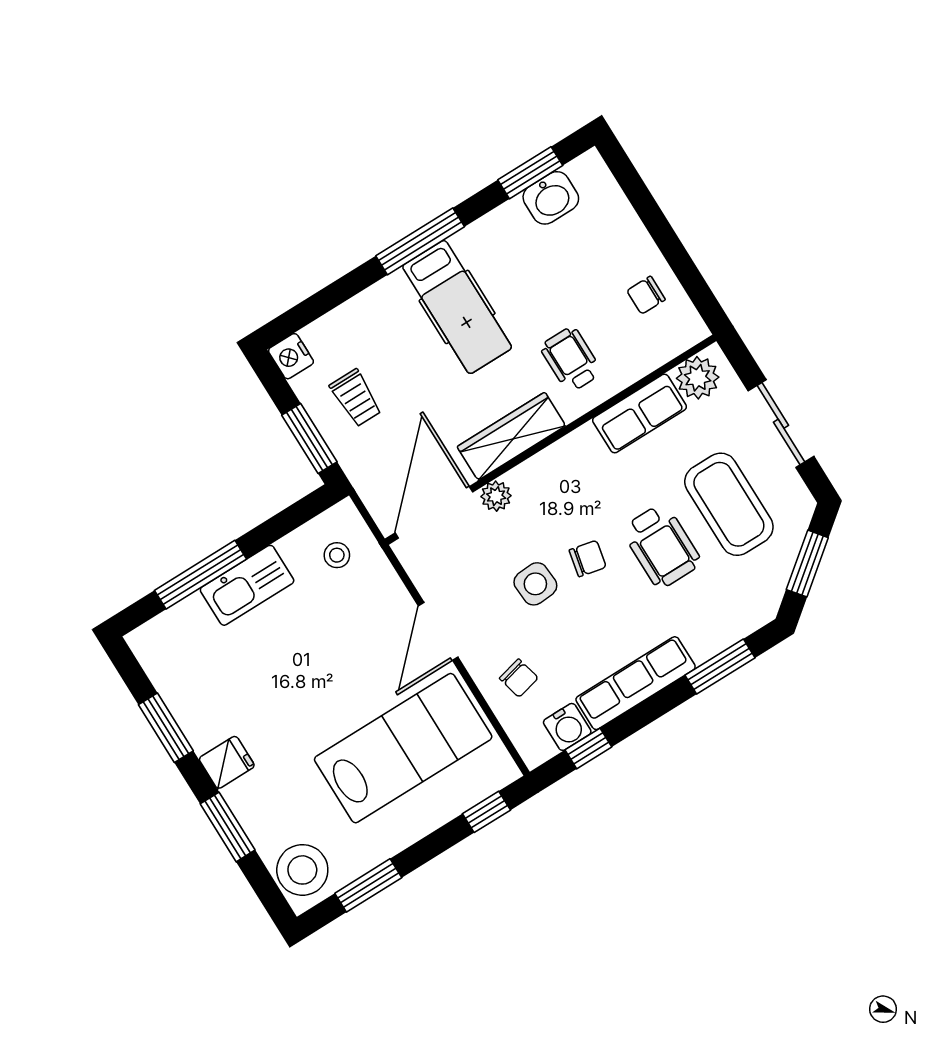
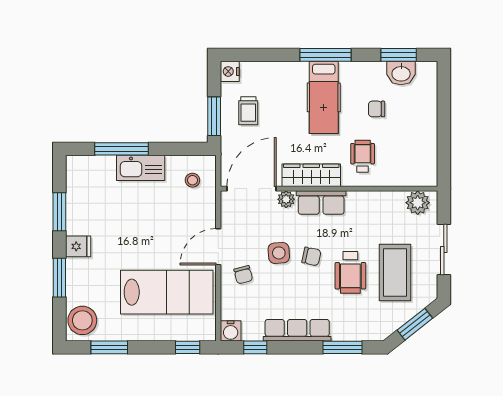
chair: (646, 295) -> (377, 109), moved
row of seats: (640, 413) -> (321, 203), moved
chair: (519, 678) -> (243, 275), moved
water cooler: (567, 727) -> (231, 331), moved

